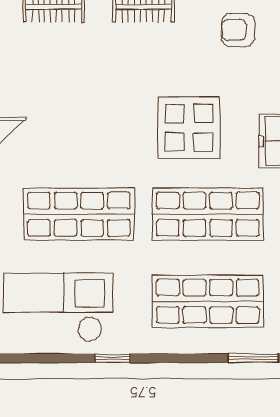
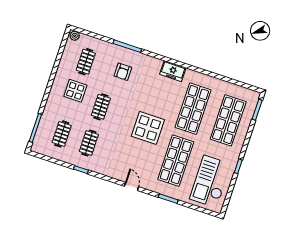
display table: (189, 128) -> (148, 128), moved

